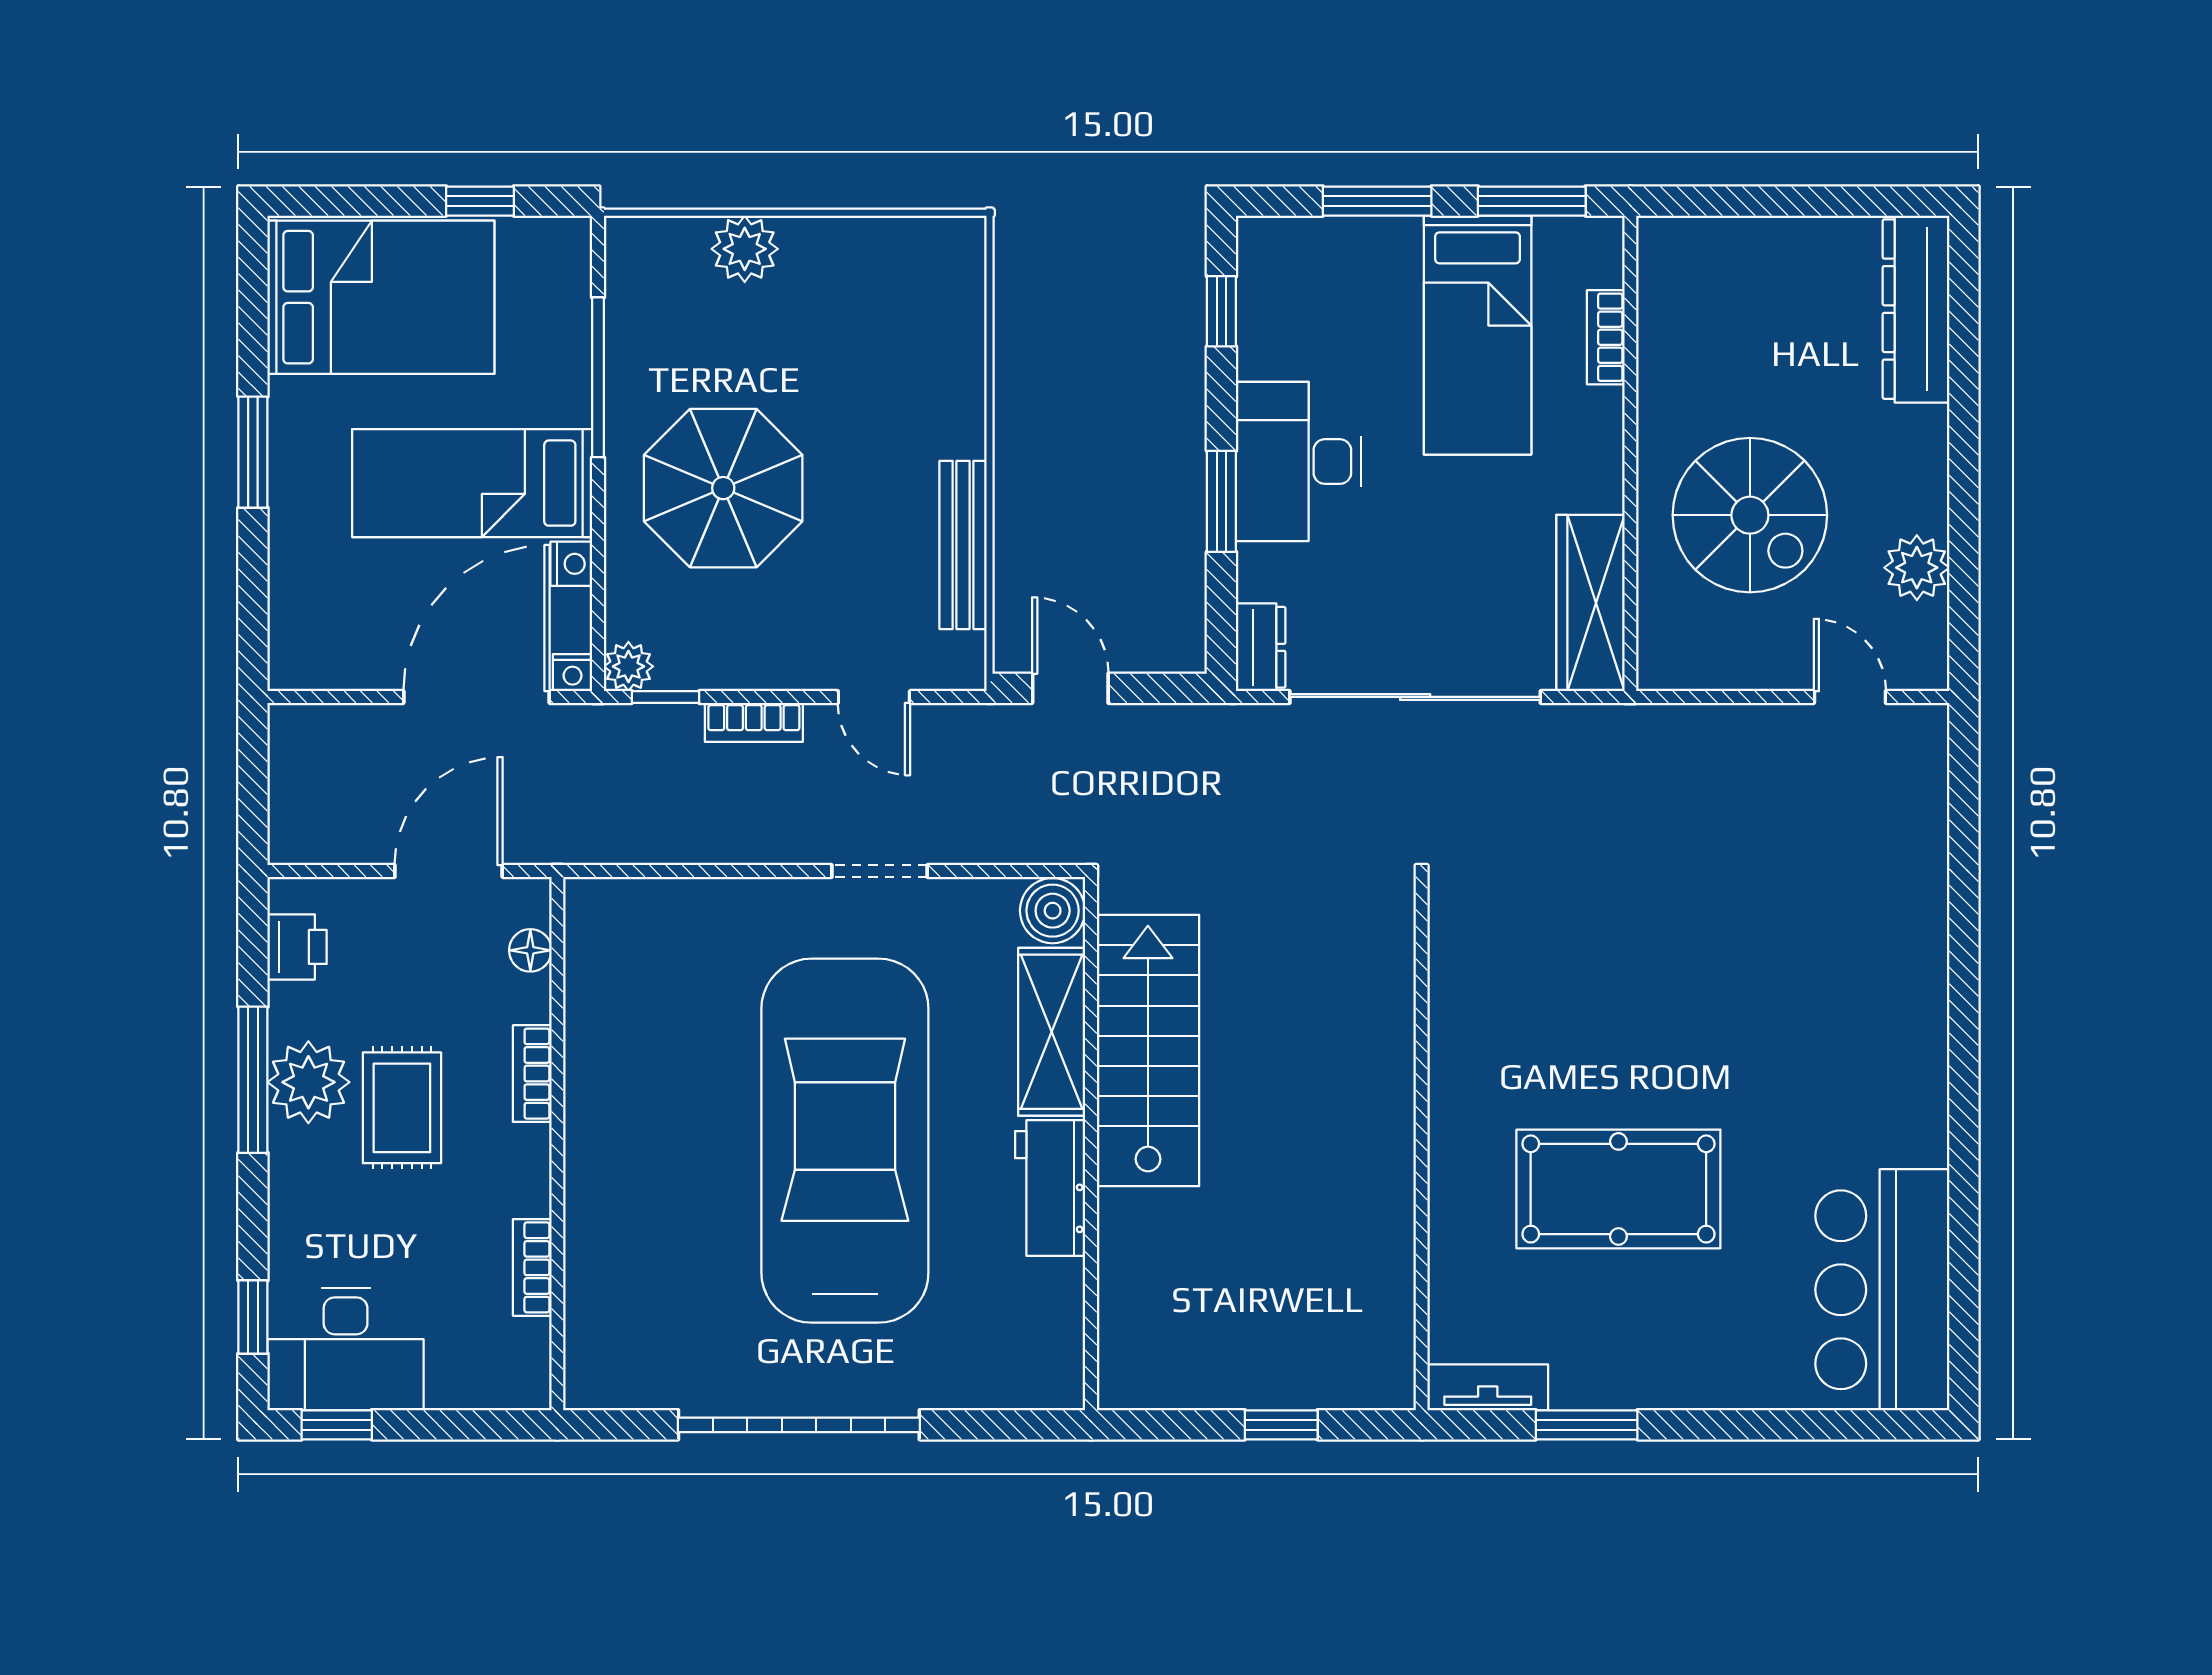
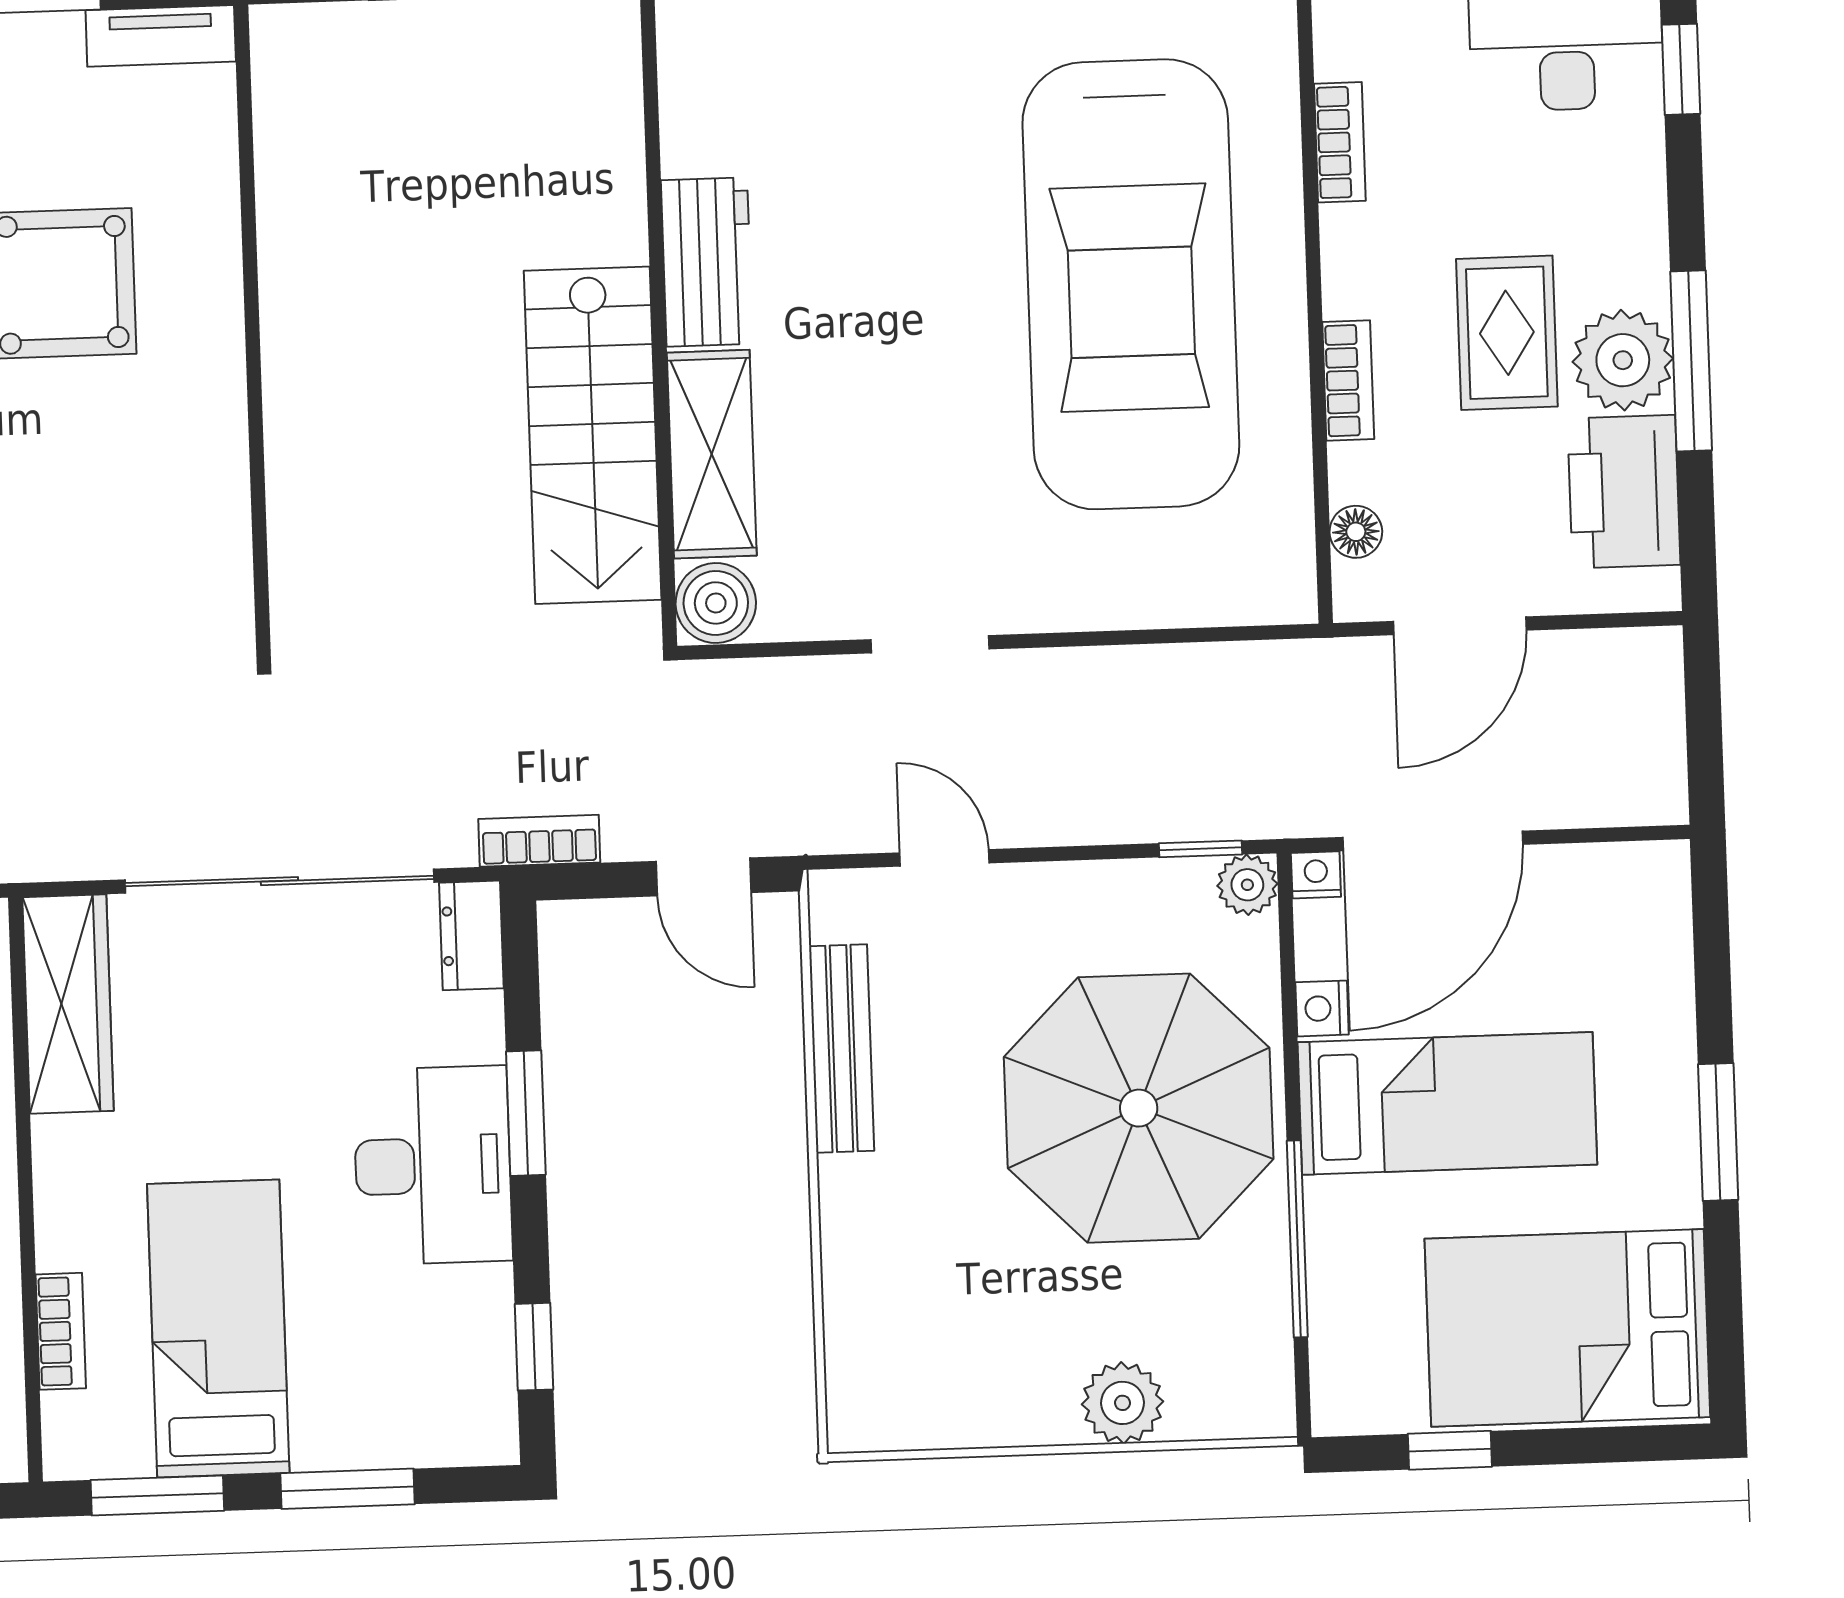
parasol: (723, 488) -> (1139, 1108), width x1.36, depth x1.36
bookcase: (754, 722) -> (539, 841), moved
printer: (297, 947) -> (1624, 492), width x1.87, depth x1.48
car: (845, 1141) -> (1131, 284), moved

